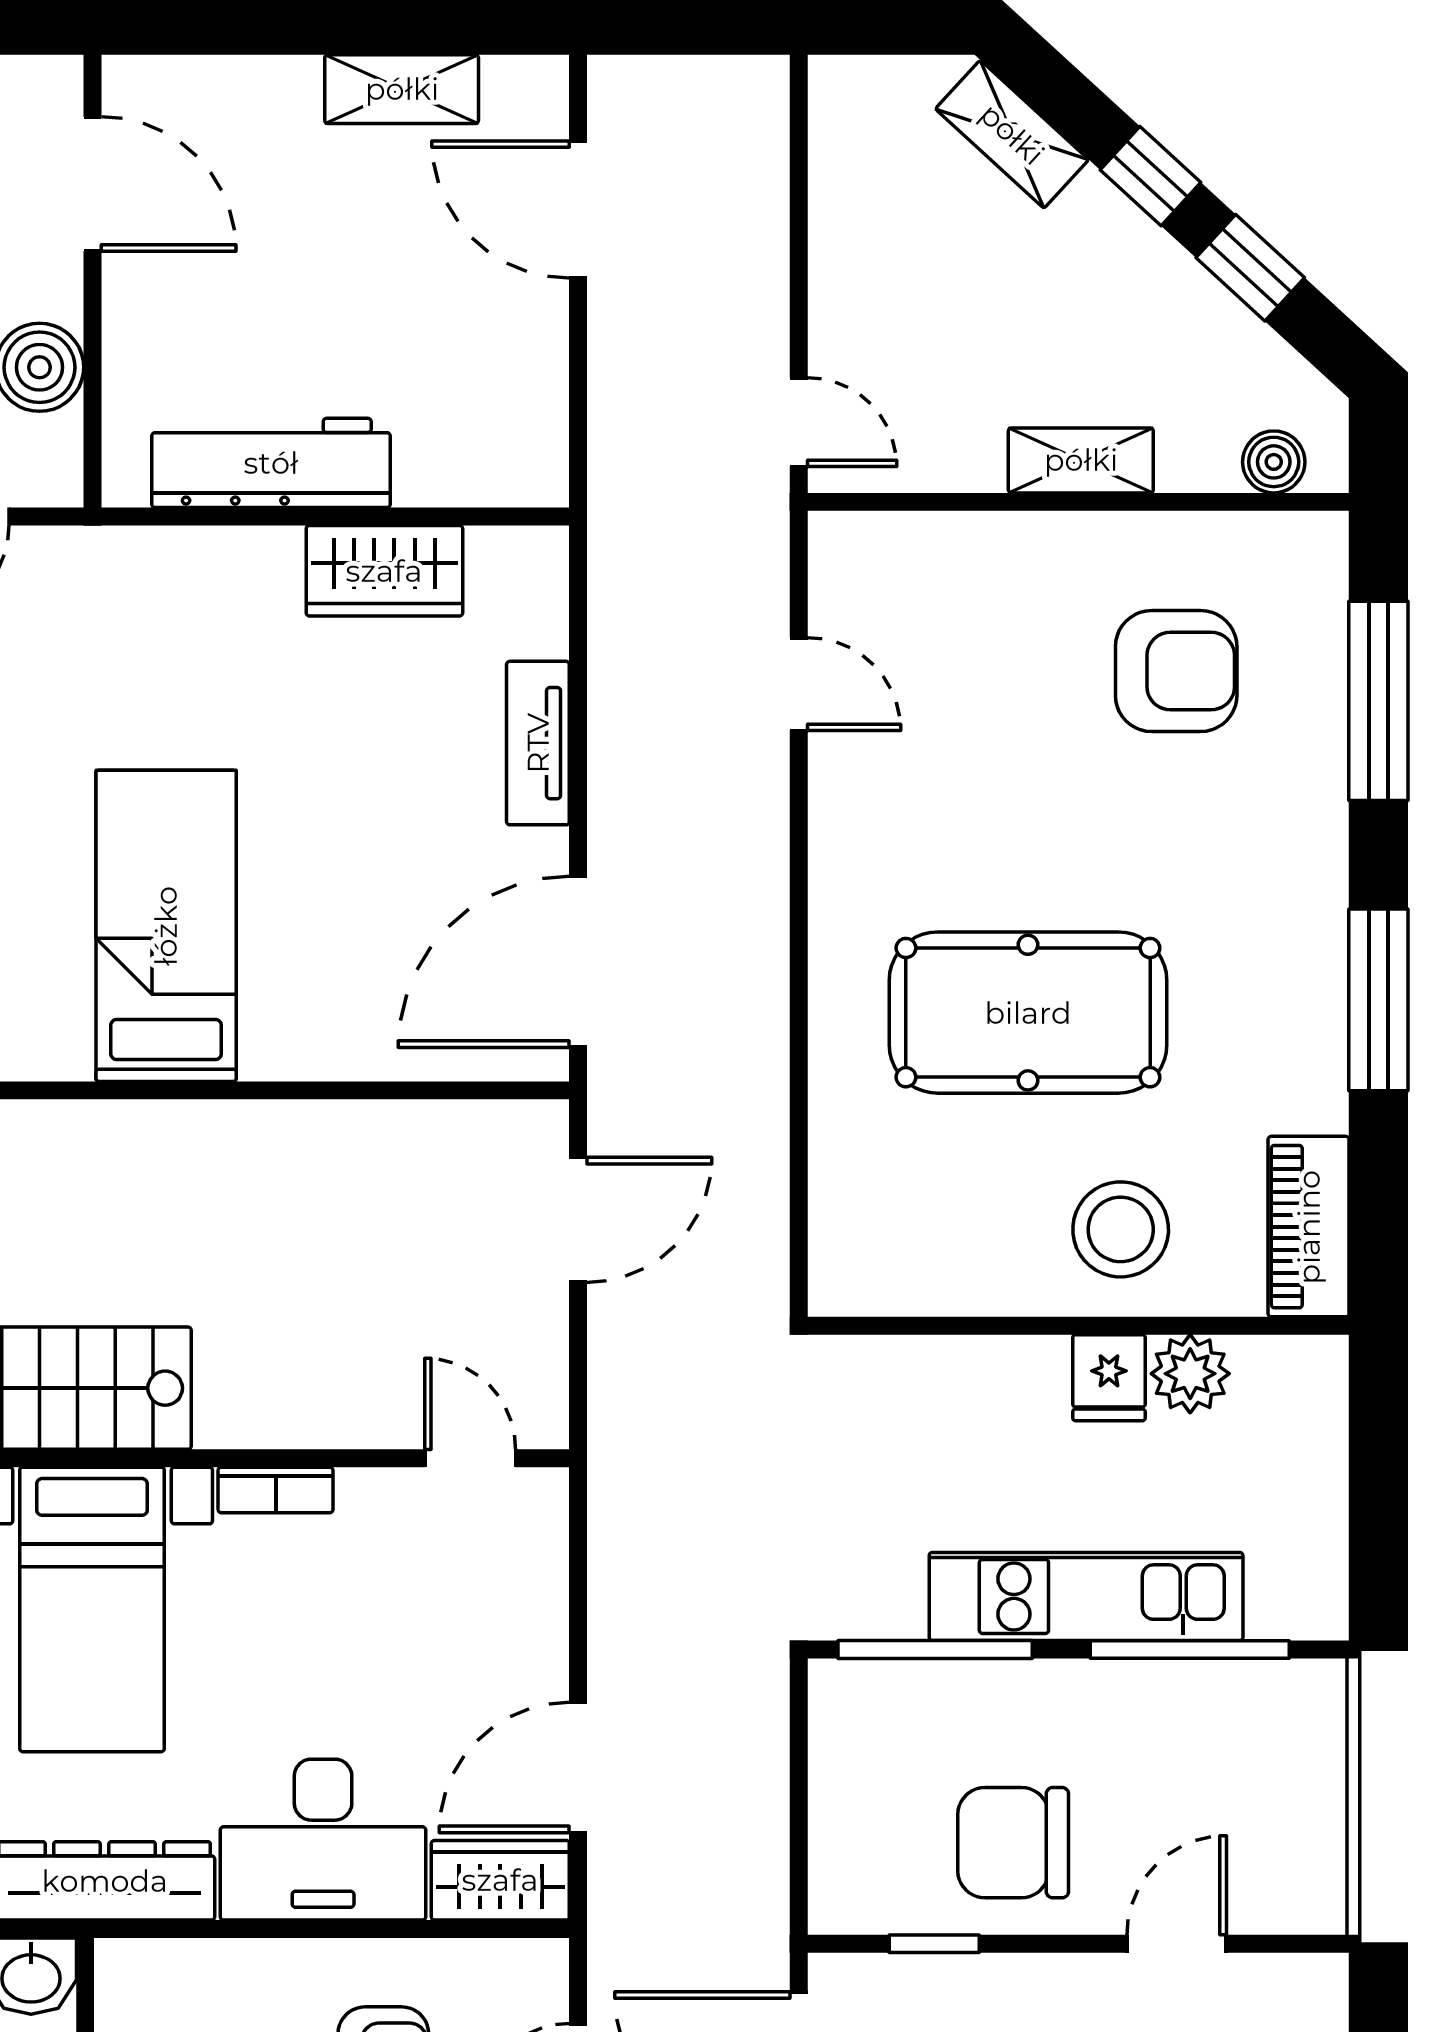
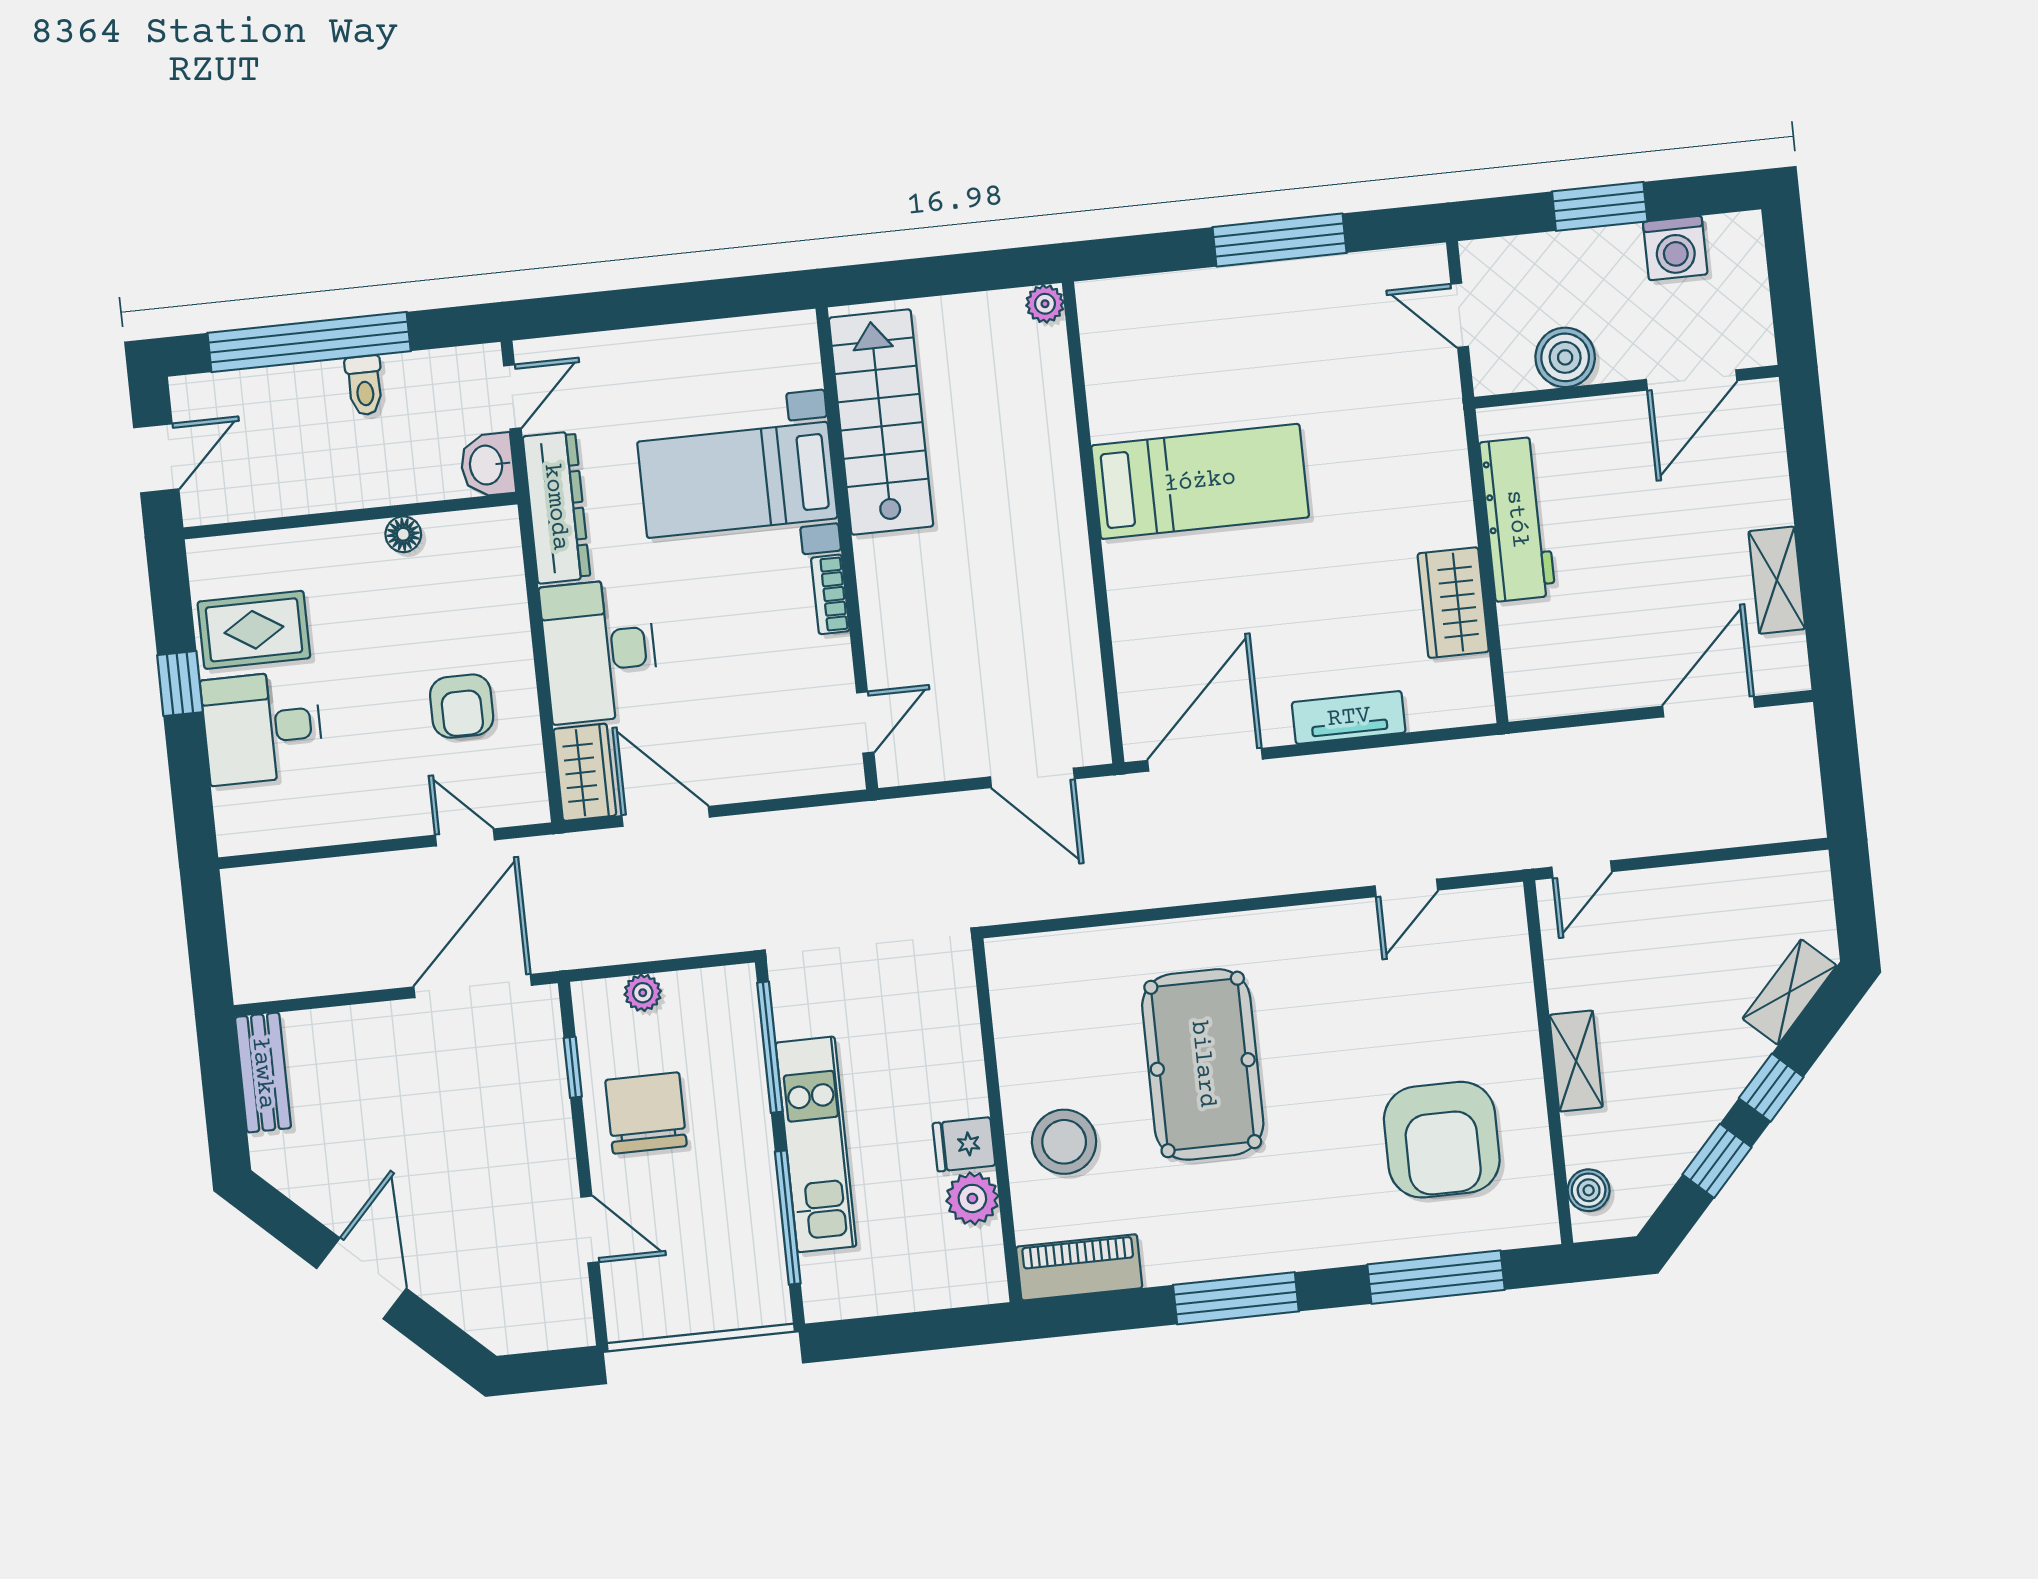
armchair: (1176, 671) -> (1442, 1140), width x1.36, depth x1.36
door: (578, 962) -> (1205, 760), hinge flipped
plant: (835, 1829) -> (643, 993), added

